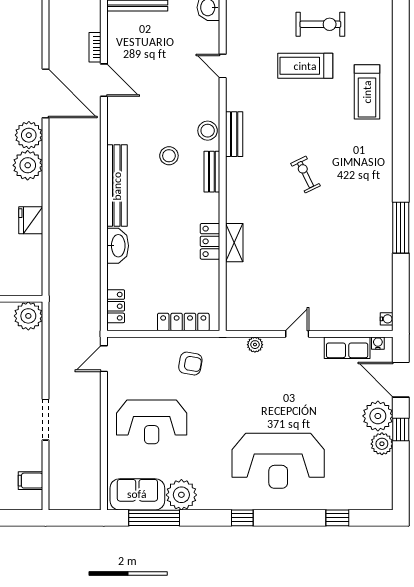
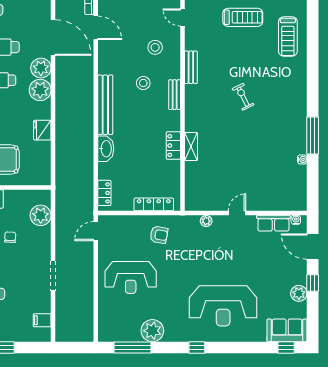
treadmill: (305, 66) -> (243, 17), turned 180
stool: (208, 131) -> (155, 47), moved
plant: (28, 316) -> (41, 215), moved
water cooler: (387, 319) -> (302, 159), moved
plant: (378, 416) -> (296, 273), removed
sofa: (137, 494) -> (287, 330), moved
window: (337, 518) -> (286, 347), moved

